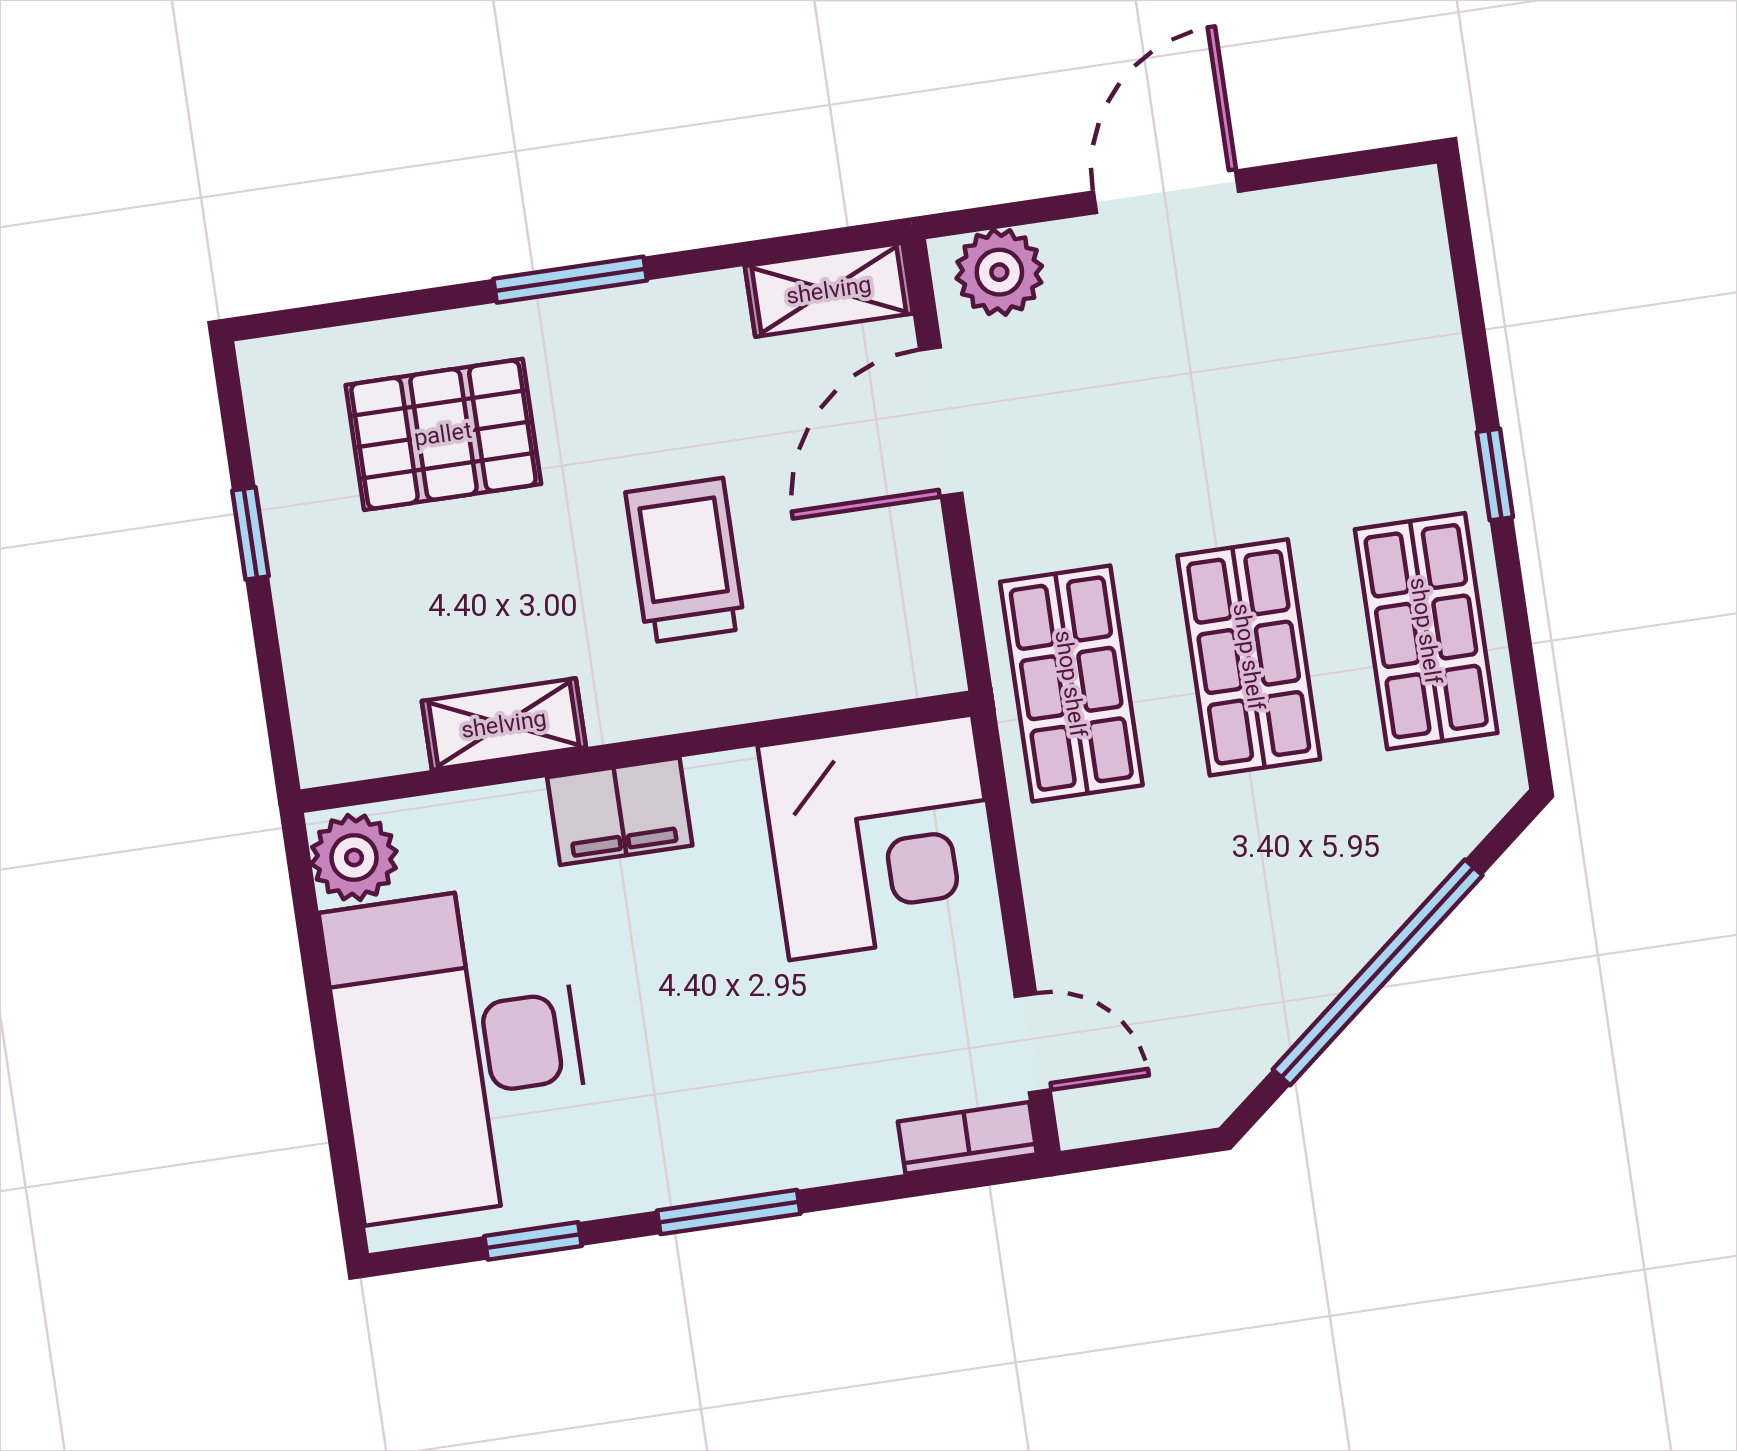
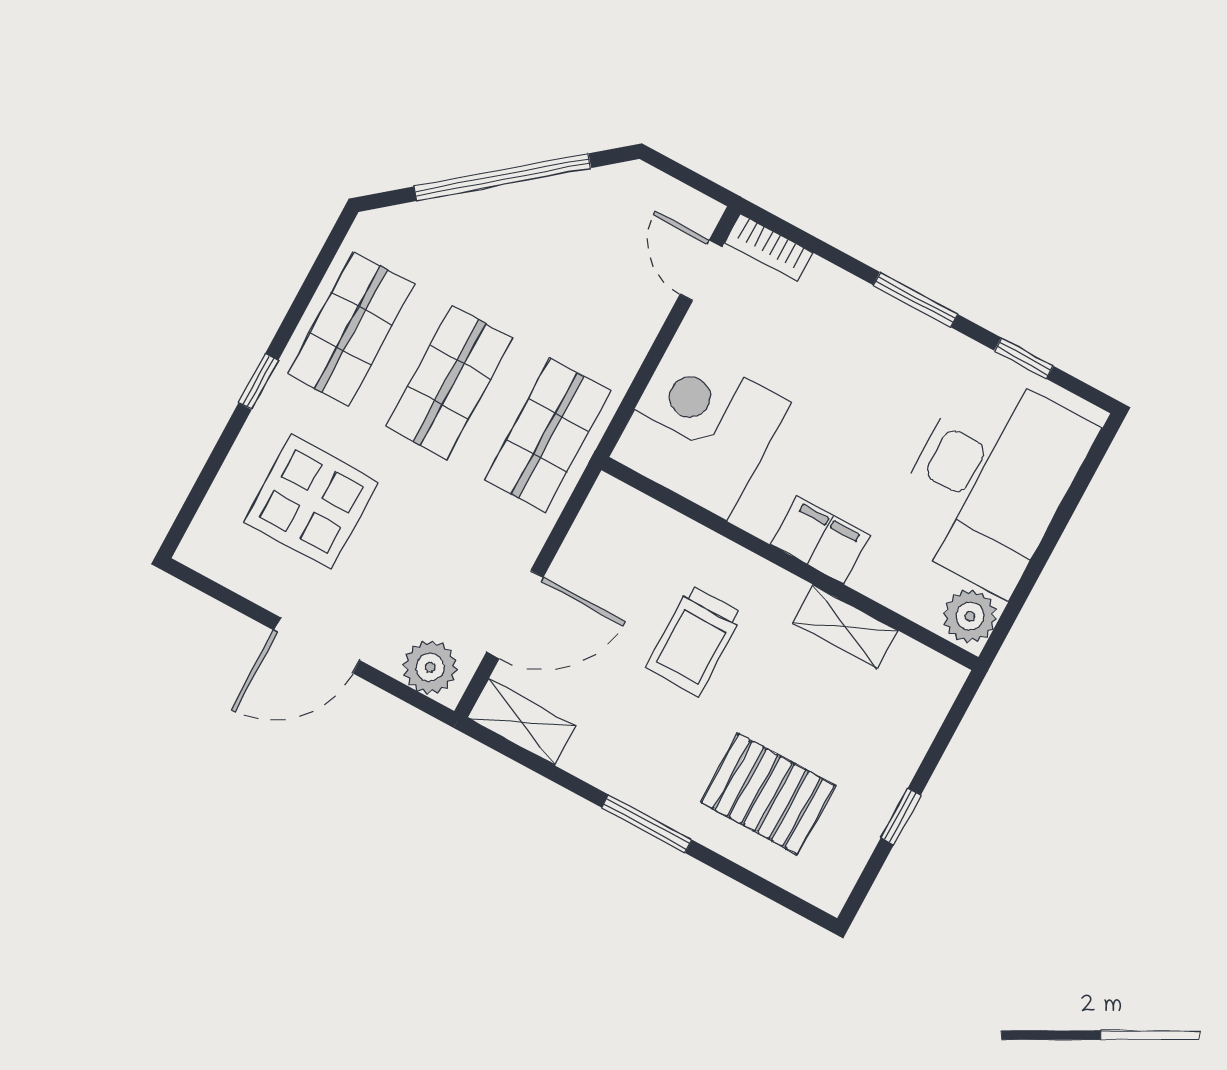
display table: (1311, 371) -> (311, 502), added

